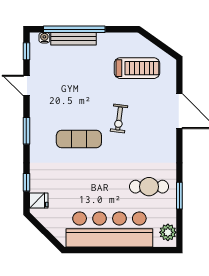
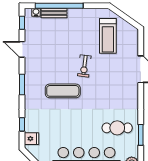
bench: (74, 39) -> (54, 13), width x0.73
treadmill: (137, 68) -> (108, 36), turned 90
exercise bike: (119, 119) -> (84, 66), moved

